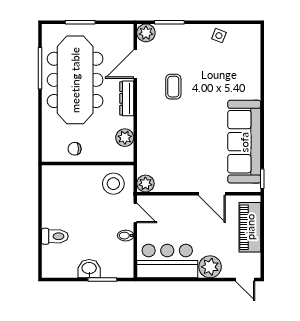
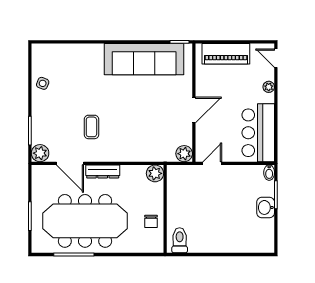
coffee table: (173, 87) -> (91, 127), turned 90
plant: (125, 138) -> (155, 173), moved
stool: (113, 184) -> (184, 184), removed
door: (212, 194) -> (194, 110), moved
toilet: (55, 236) -> (180, 240), moved
bidet: (126, 236) -> (269, 173), moved
plant: (210, 267) -> (269, 87), width x0.53, depth x0.53
door: (245, 279) -> (276, 58), swing flipped

